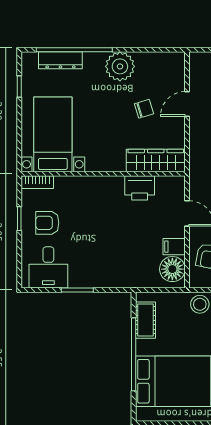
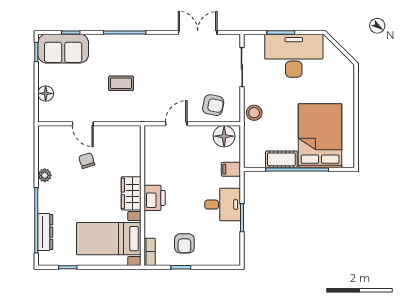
plant: (120, 66) -> (45, 175), width x0.53, depth x0.53
wardrobe: (156, 160) -> (131, 193), moved, width x0.67
printer: (140, 188) -> (155, 198), moved
filing cabinet: (174, 247) -> (231, 169), moved, turned 90
desk: (48, 267) -> (223, 205), moved
cot: (145, 320) -> (281, 159), moved

